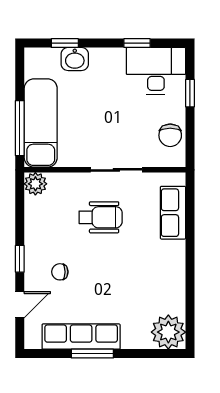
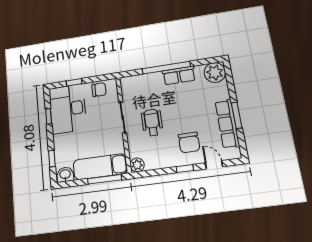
washbasin: (75, 59) -> (65, 175), moved, turned -90
desk: (156, 71) -> (68, 109), width x1.36, depth x1.30
row of seats: (173, 213) -> (179, 75), moved
window: (190, 254) -> (166, 68), added
chair: (60, 272) -> (189, 142), width x1.87, depth x1.87

